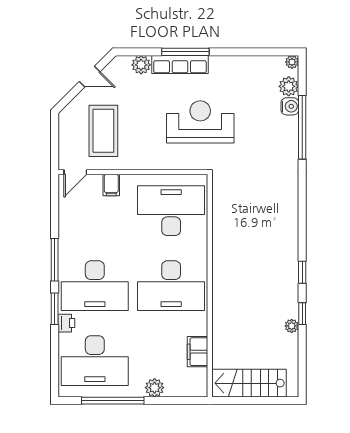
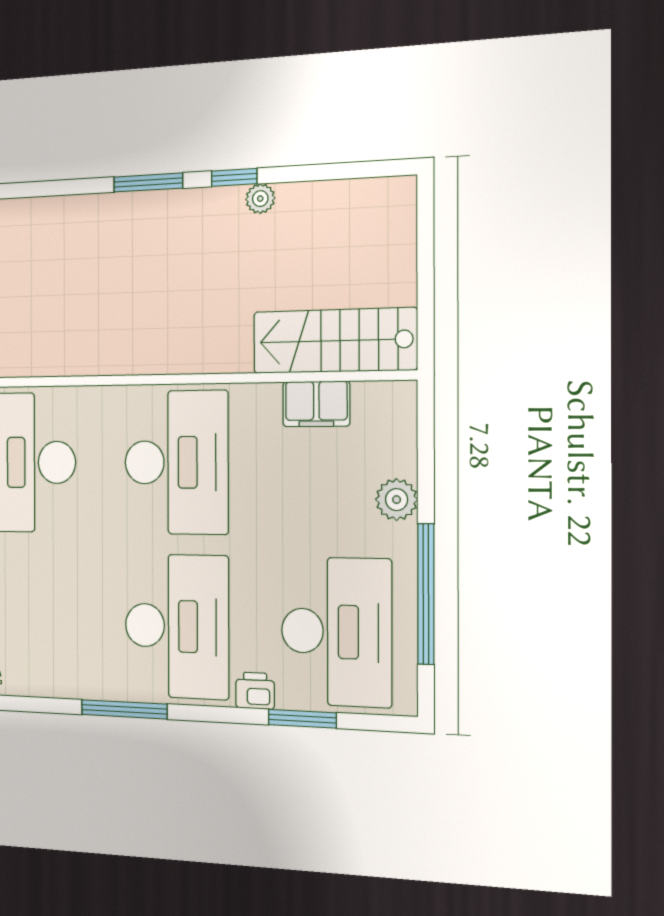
window: (302, 272) -> (148, 183), width x1.50
window: (55, 309) -> (302, 719), moved
stairs: (249, 383) -> (335, 341), moved, turned 90

